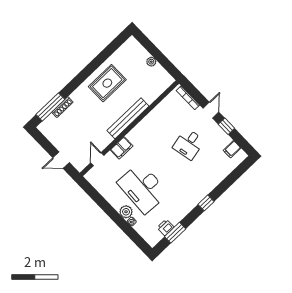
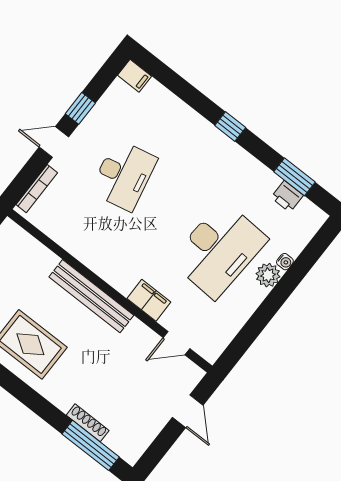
desk: (189, 144) -> (124, 175), width x1.37
filing cabinet: (232, 149) -> (135, 76), moved

